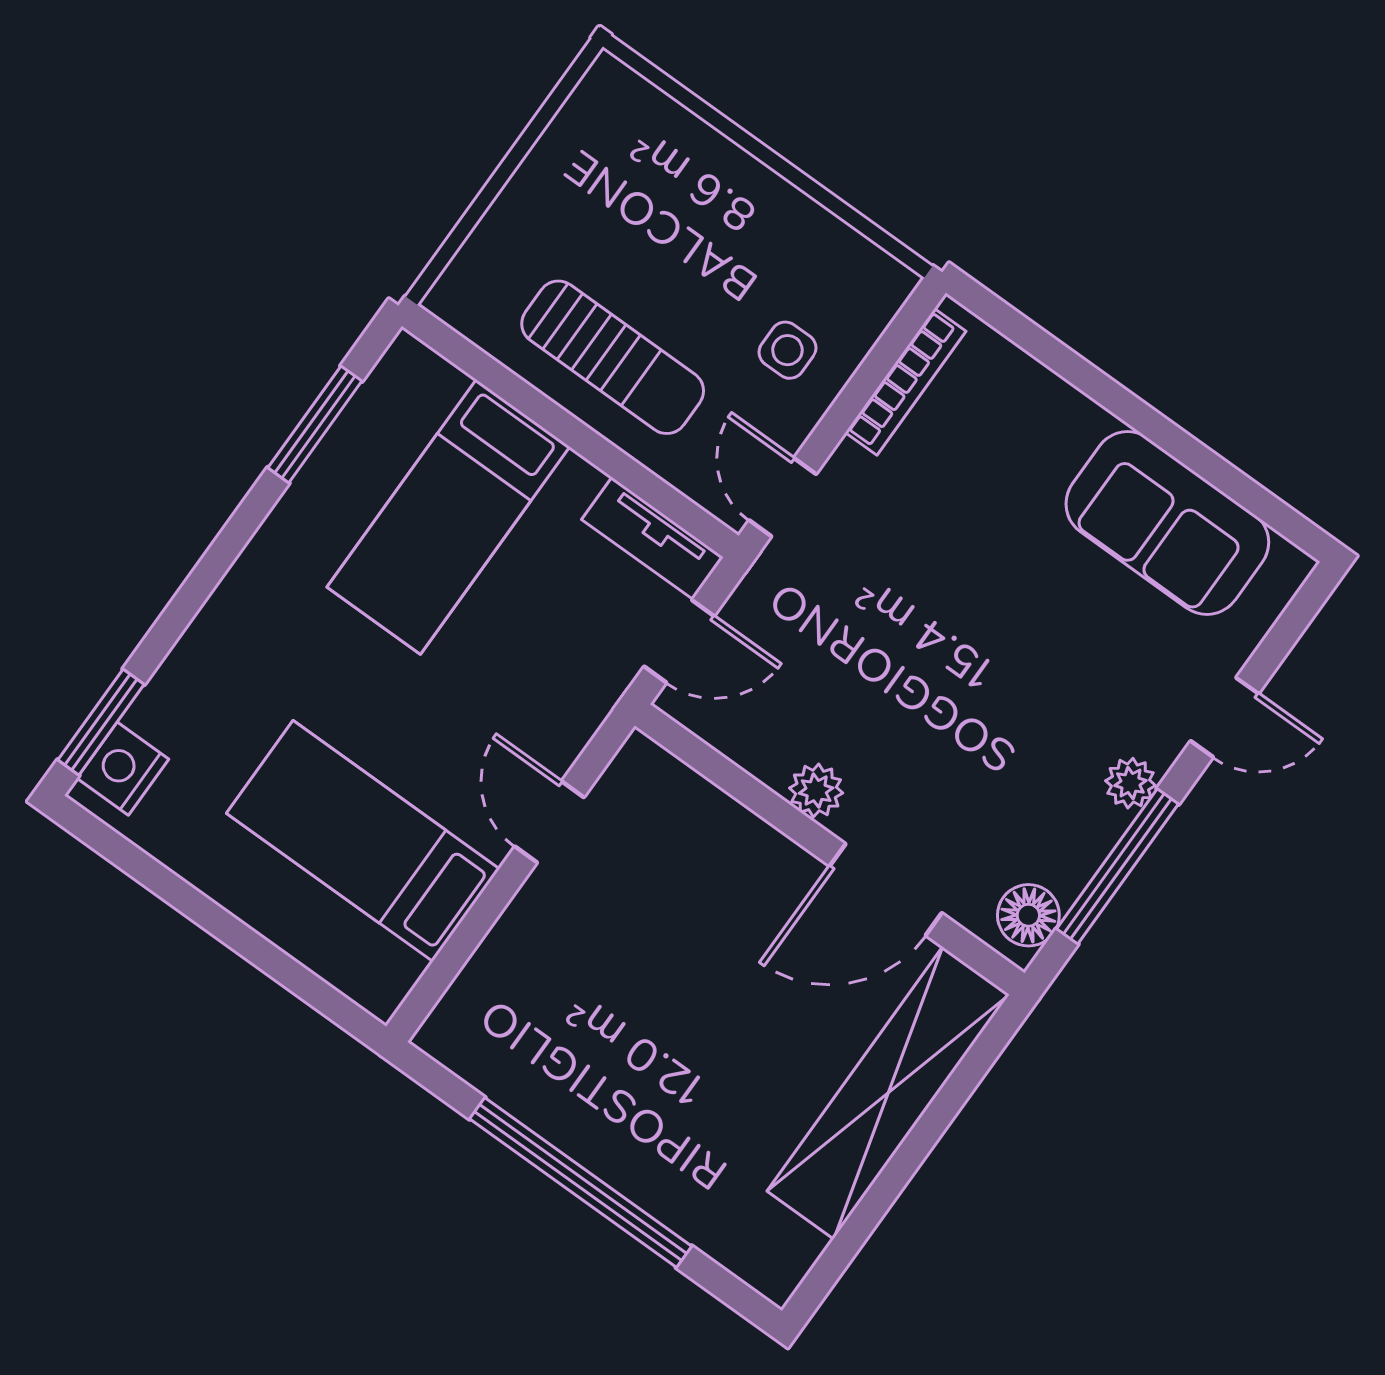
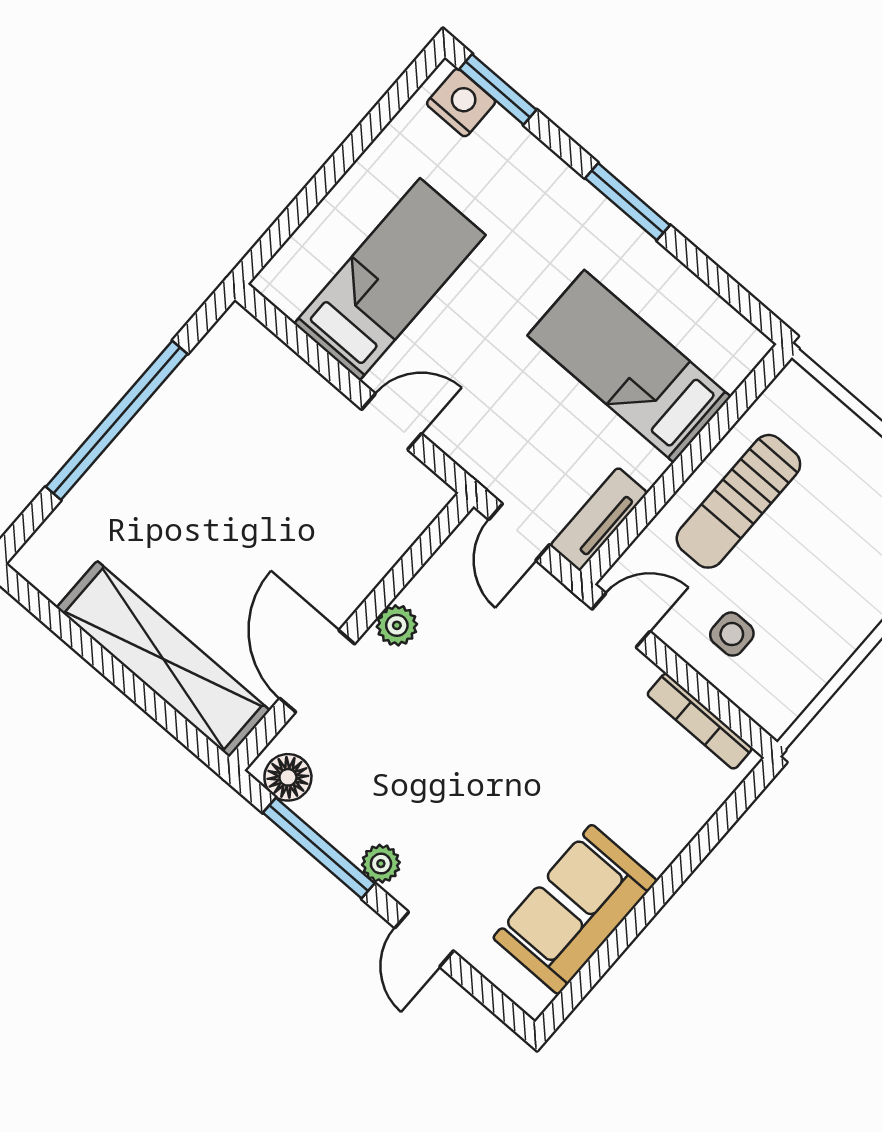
window: (315, 424) -> (628, 202), moved

